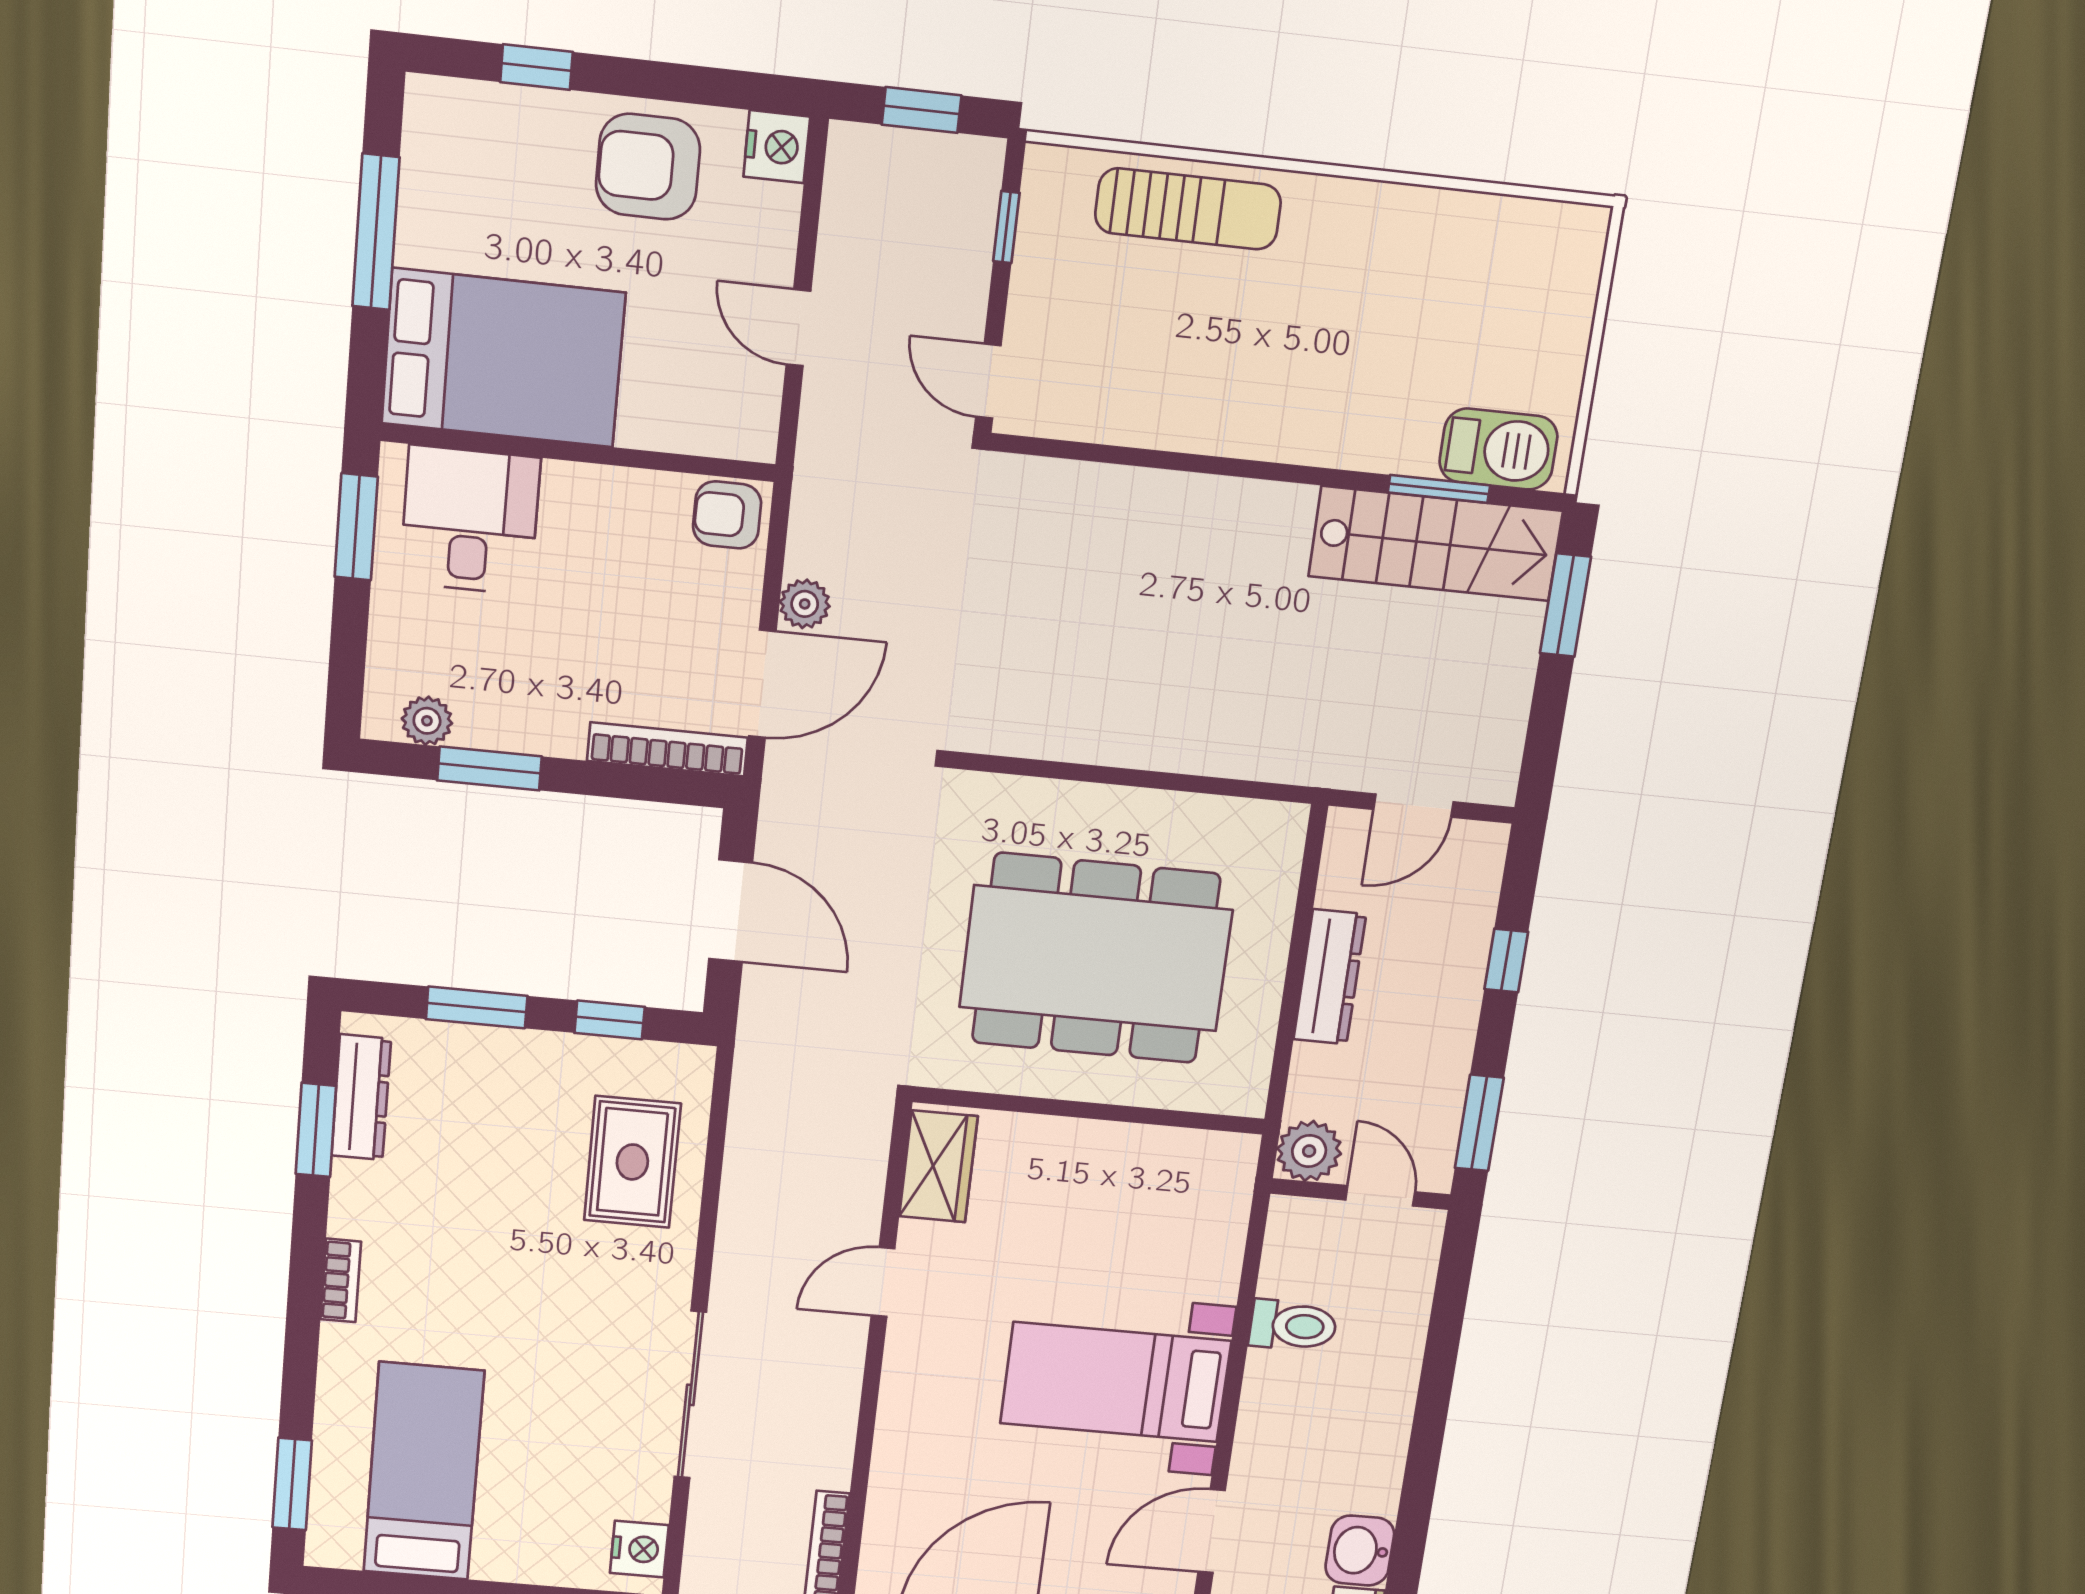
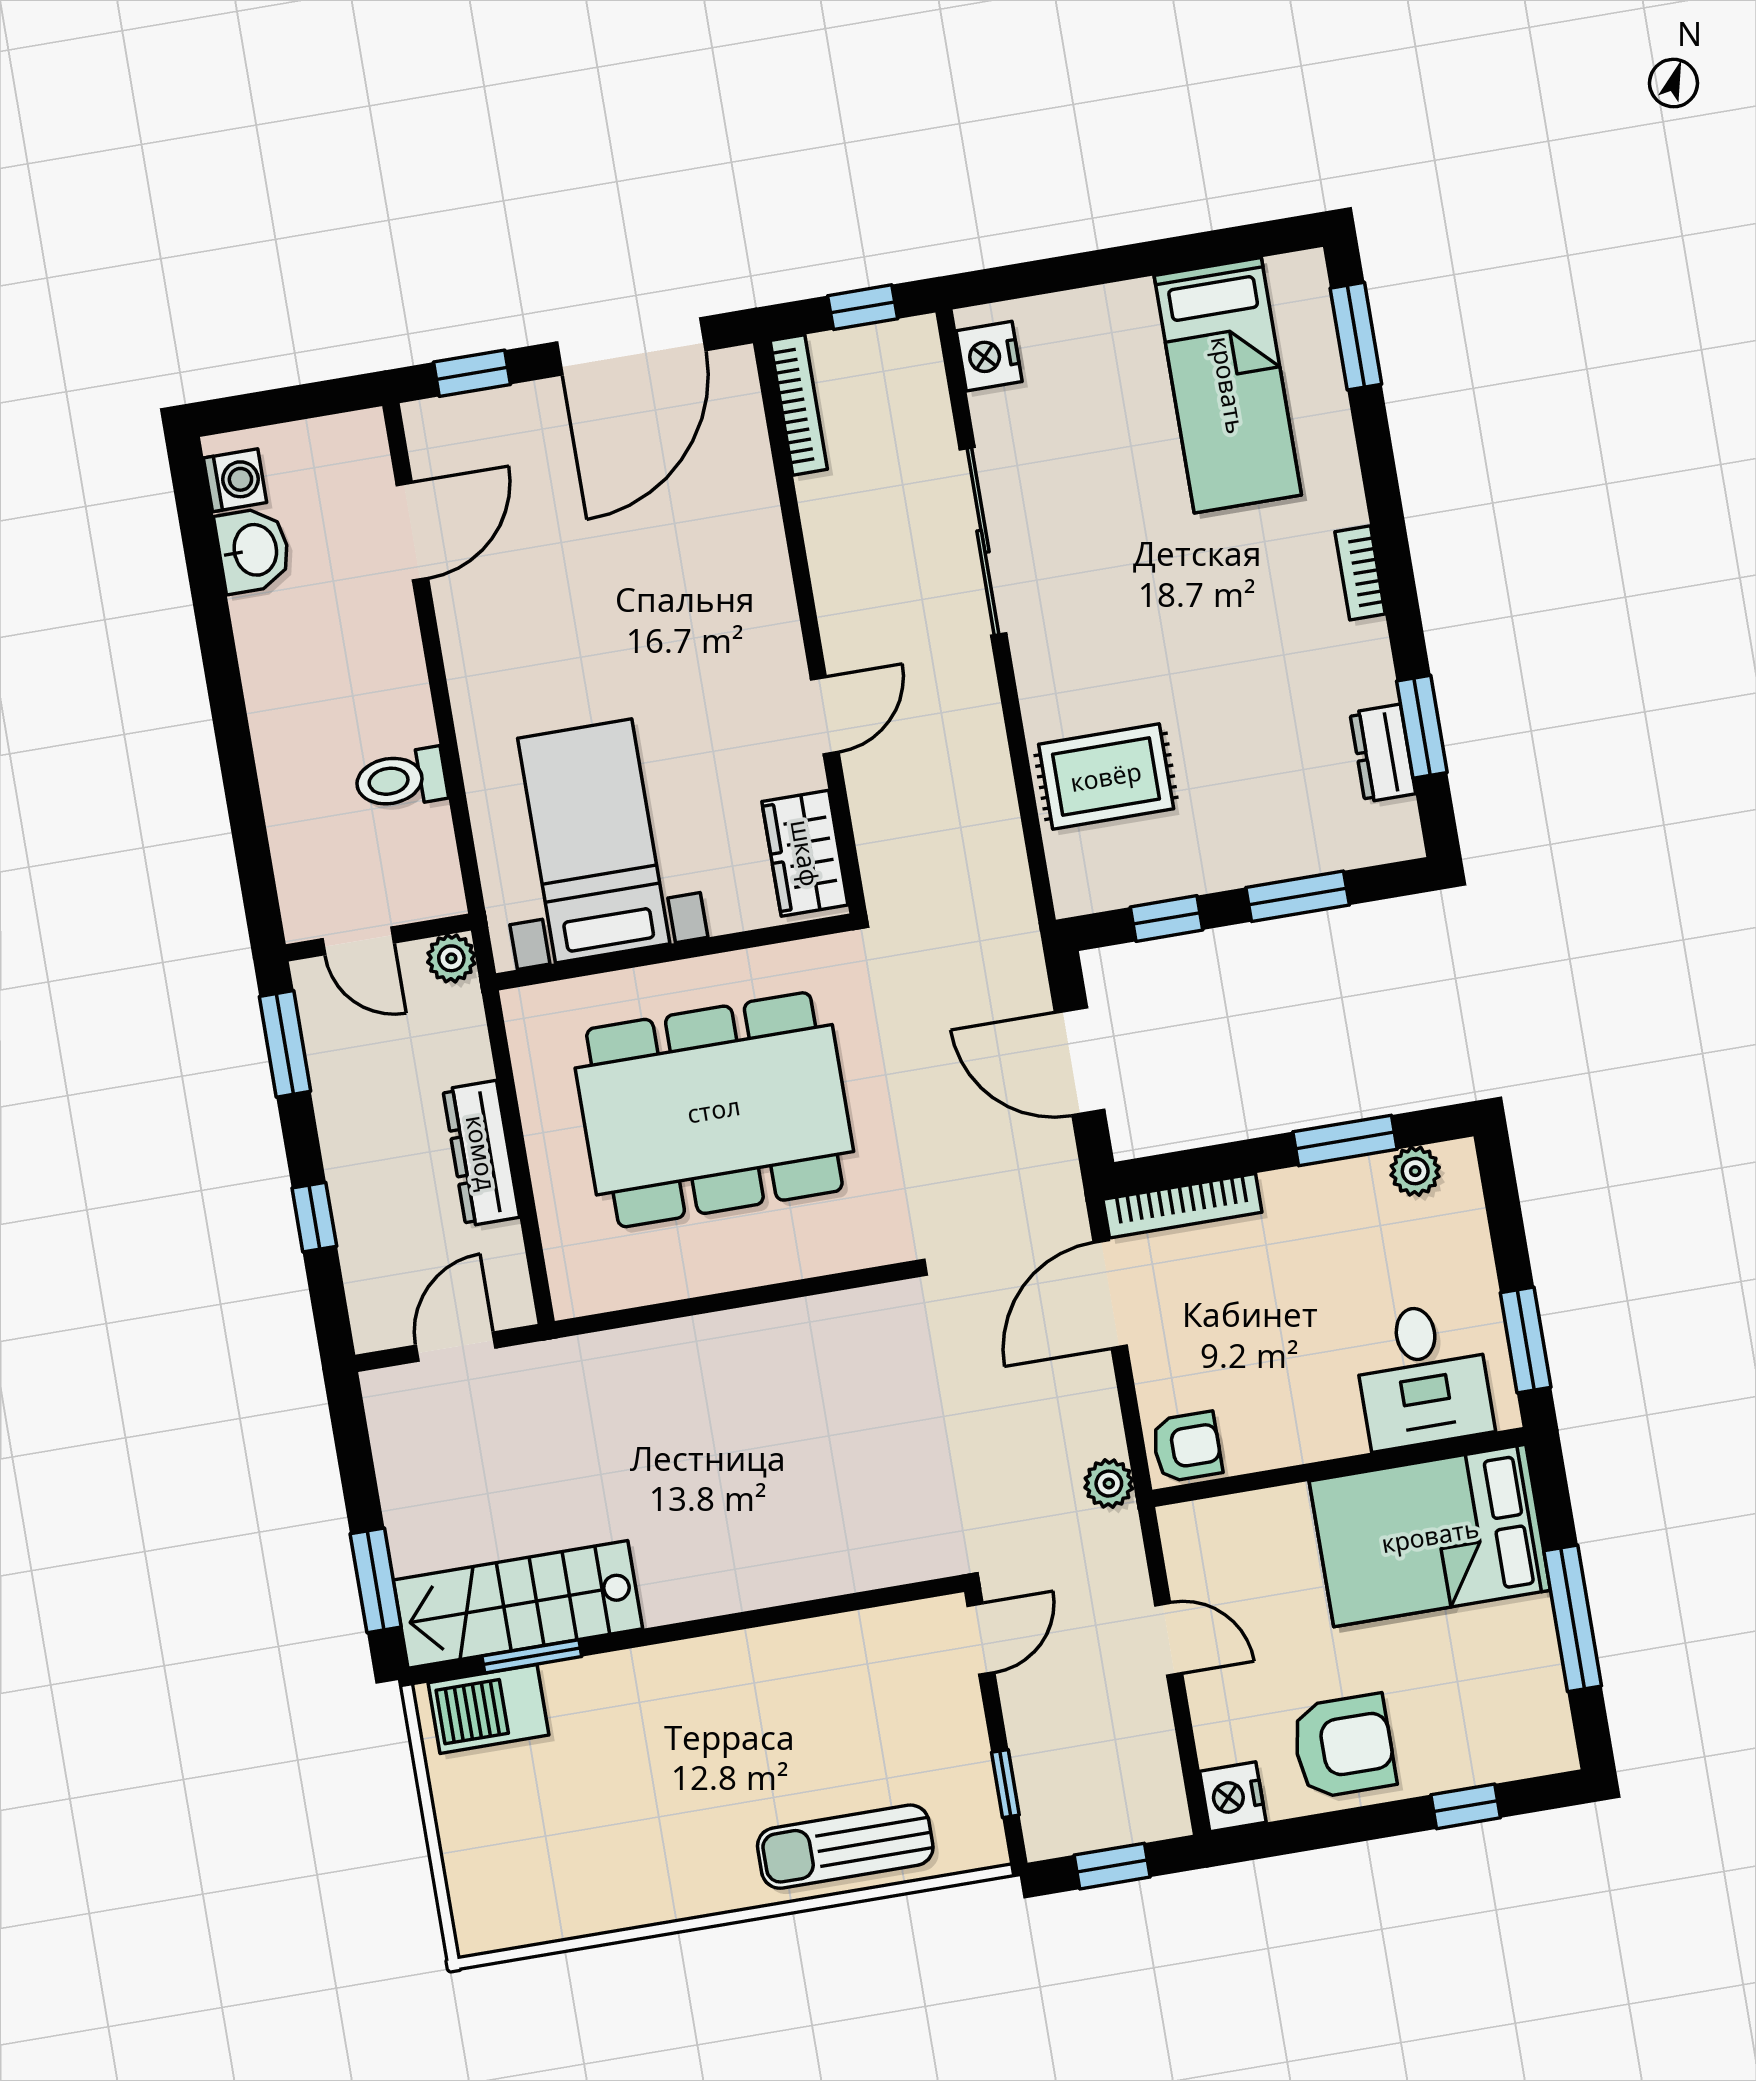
door: (988, 381) -> (981, 1639), hinge flipped
plant: (805, 604) -> (1109, 1484), moved
dresser: (361, 1097) -> (1383, 753), width x0.70
plant: (1309, 1151) -> (451, 958), width x0.73, depth x0.73
rug: (632, 1162) -> (1106, 777), turned 90
bed with nightstands: (1116, 1382) -> (594, 841), moved, turned -90

